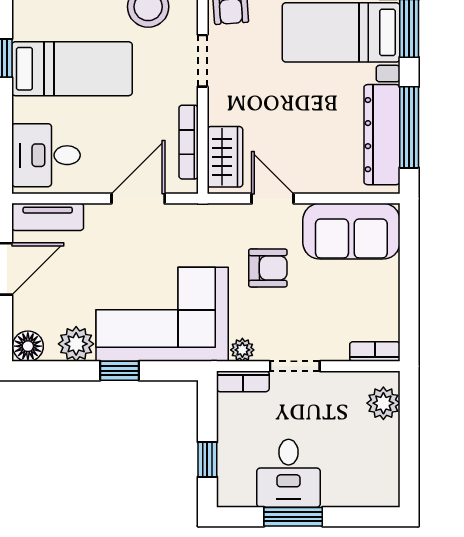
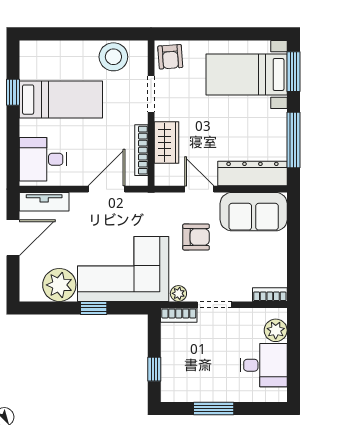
dresser: (382, 135) -> (252, 174), moved, turned 90
wardrobe: (225, 157) -> (166, 143), moved
plant: (76, 344) -> (59, 285), width x1.36, depth x1.36
floor lamp: (28, 346) -> (31, 291), removed
desk: (289, 473) -> (264, 365), moved, turned -90

